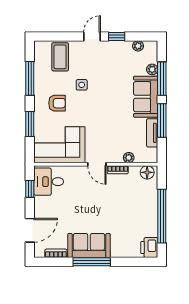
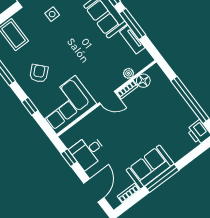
side table: (82, 85) -> (52, 14), moved
armchair: (57, 103) -> (39, 73), turned -42
window: (30, 124) -> (30, 106), width x0.67
floor lamp: (147, 172) -> (143, 81), moved
desk: (49, 182) -> (88, 152), moved

